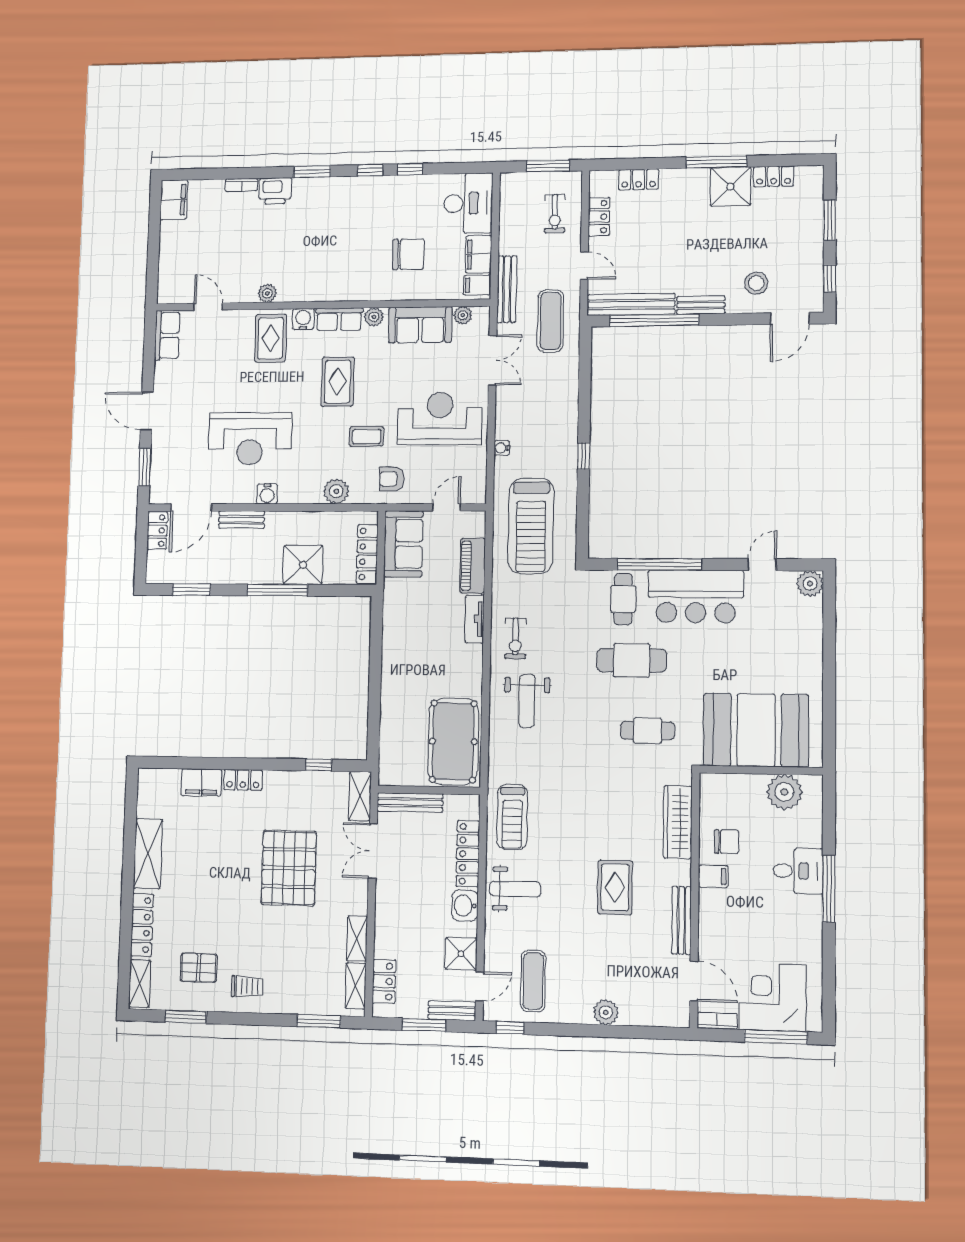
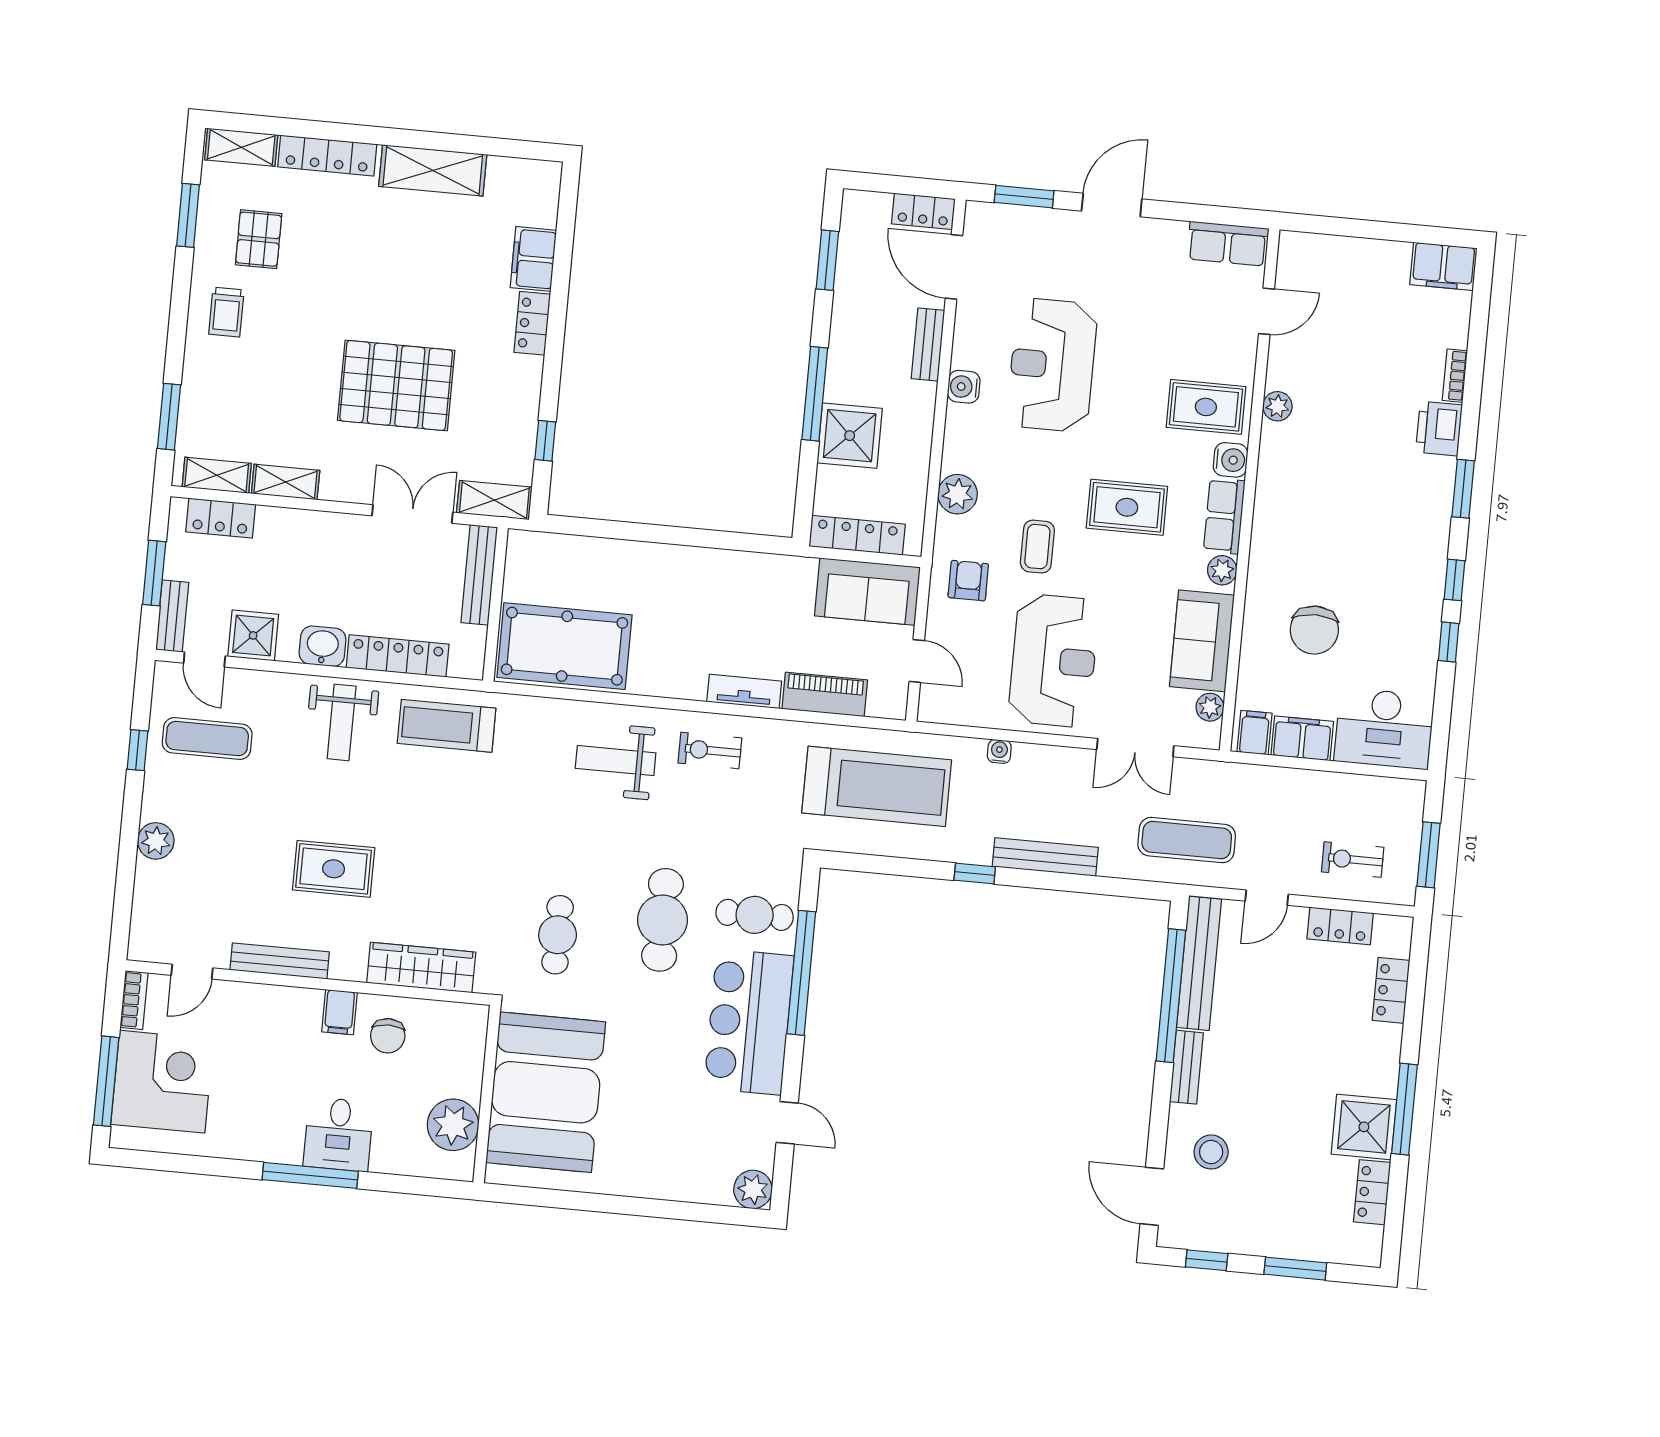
bench: (507, 289) -> (1045, 857), moved
treadmill: (531, 526) -> (877, 786), turned 180
door: (694, 981) -> (192, 972), width x0.73
window: (510, 1028) -> (137, 750), moved

